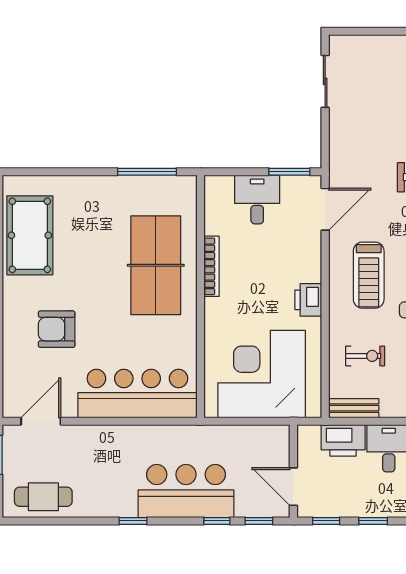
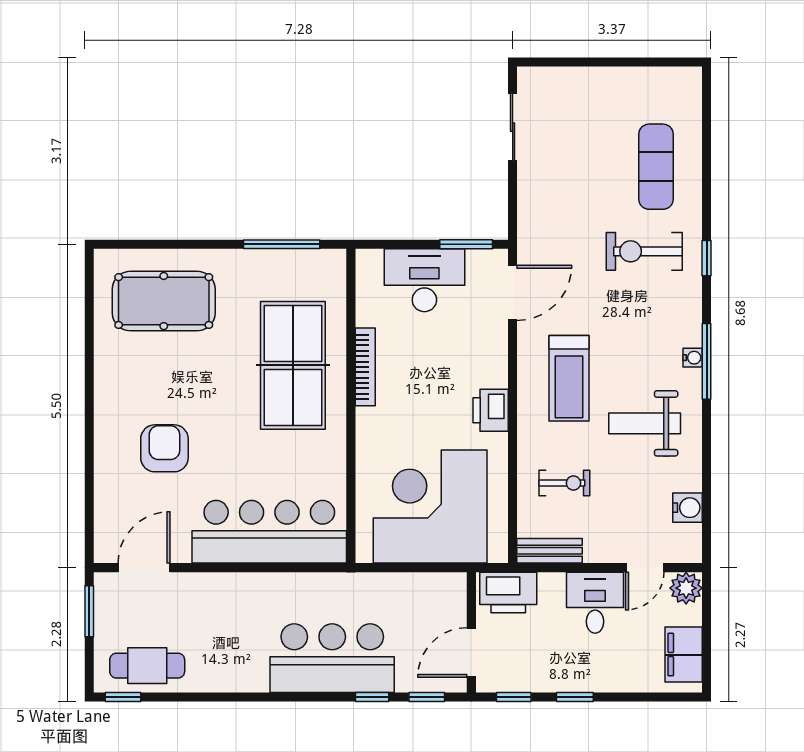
desk: (257, 200) -> (424, 280), width x1.37
pool table: (30, 235) -> (164, 301), moved, turned 90
armchair: (57, 329) -> (164, 448), turned 90
printer: (343, 440) -> (508, 592), moved
door: (293, 487) -> (471, 652), hinge flipped
window: (133, 521) -> (123, 697), moved

